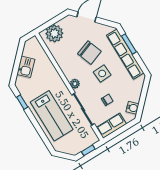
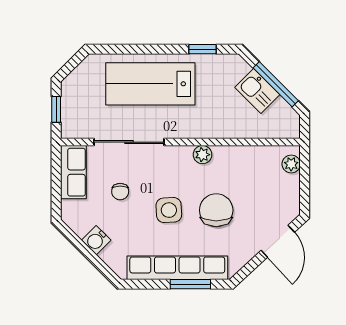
plant: (54, 33) -> (291, 164), width x0.53, depth x0.53
chair: (89, 53) -> (216, 210), turned 110
window: (18, 60) -> (276, 84), added
plant: (75, 84) -> (203, 155), moved
water cooler: (133, 108) -> (96, 240), moved

